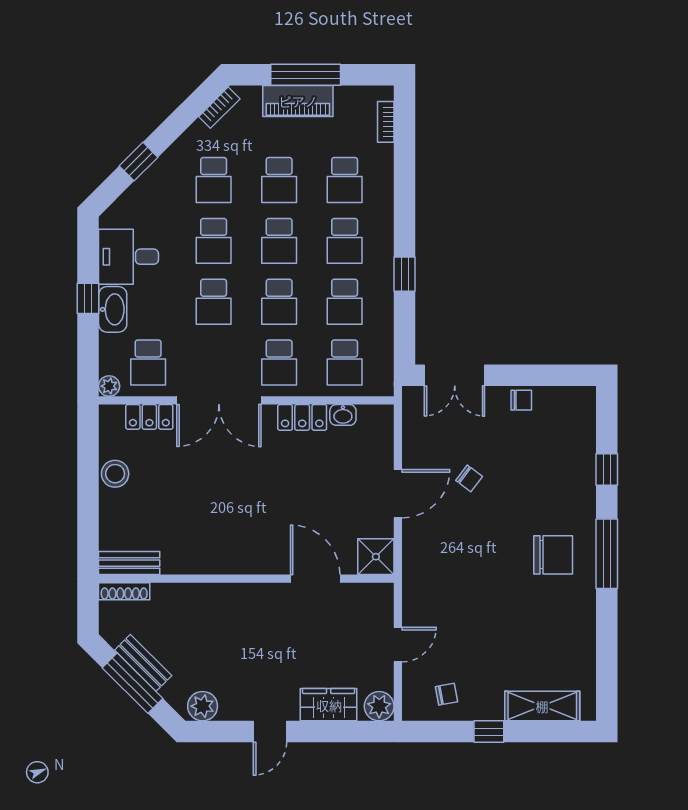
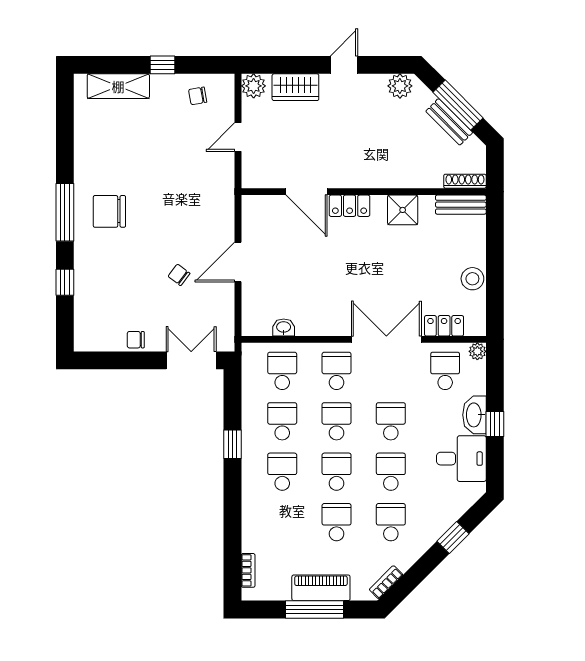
school desk: (345, 180) -> (282, 522), removed
locker: (302, 417) -> (350, 206), moved, turned 180
shower: (376, 557) -> (403, 210), moved

